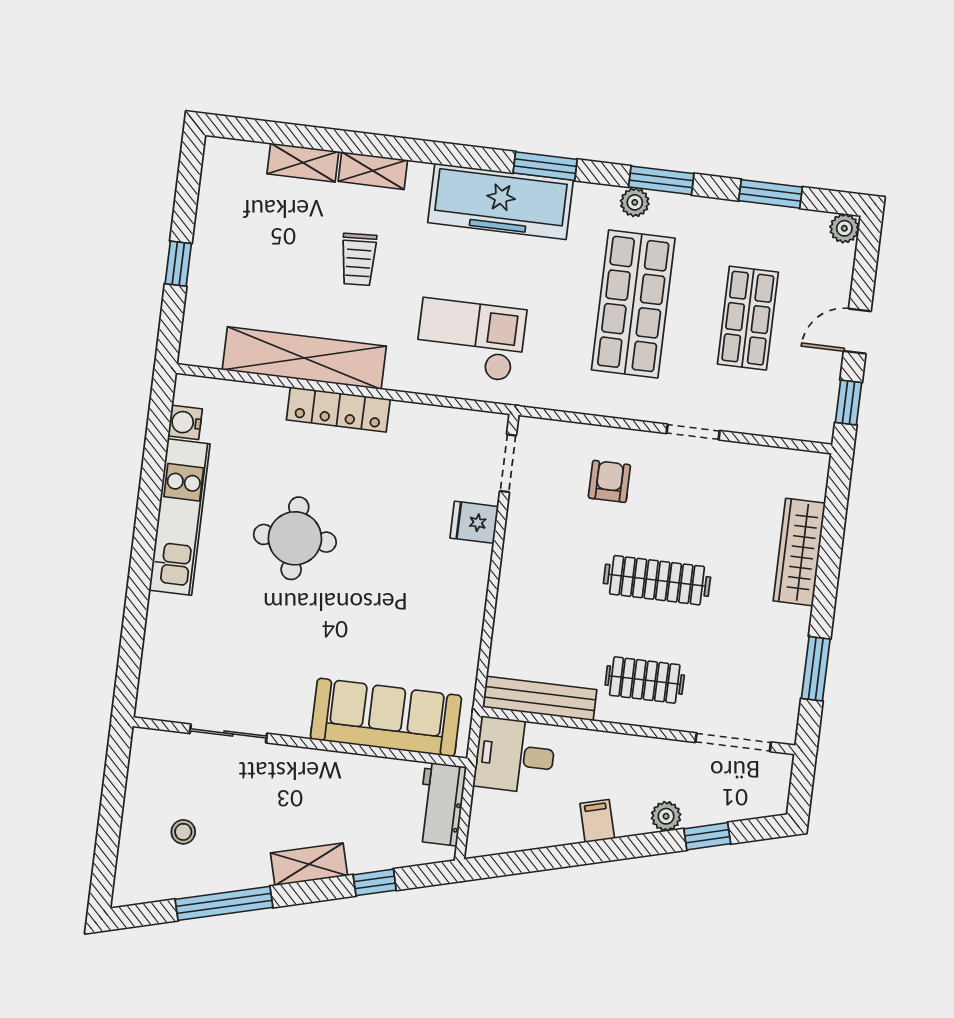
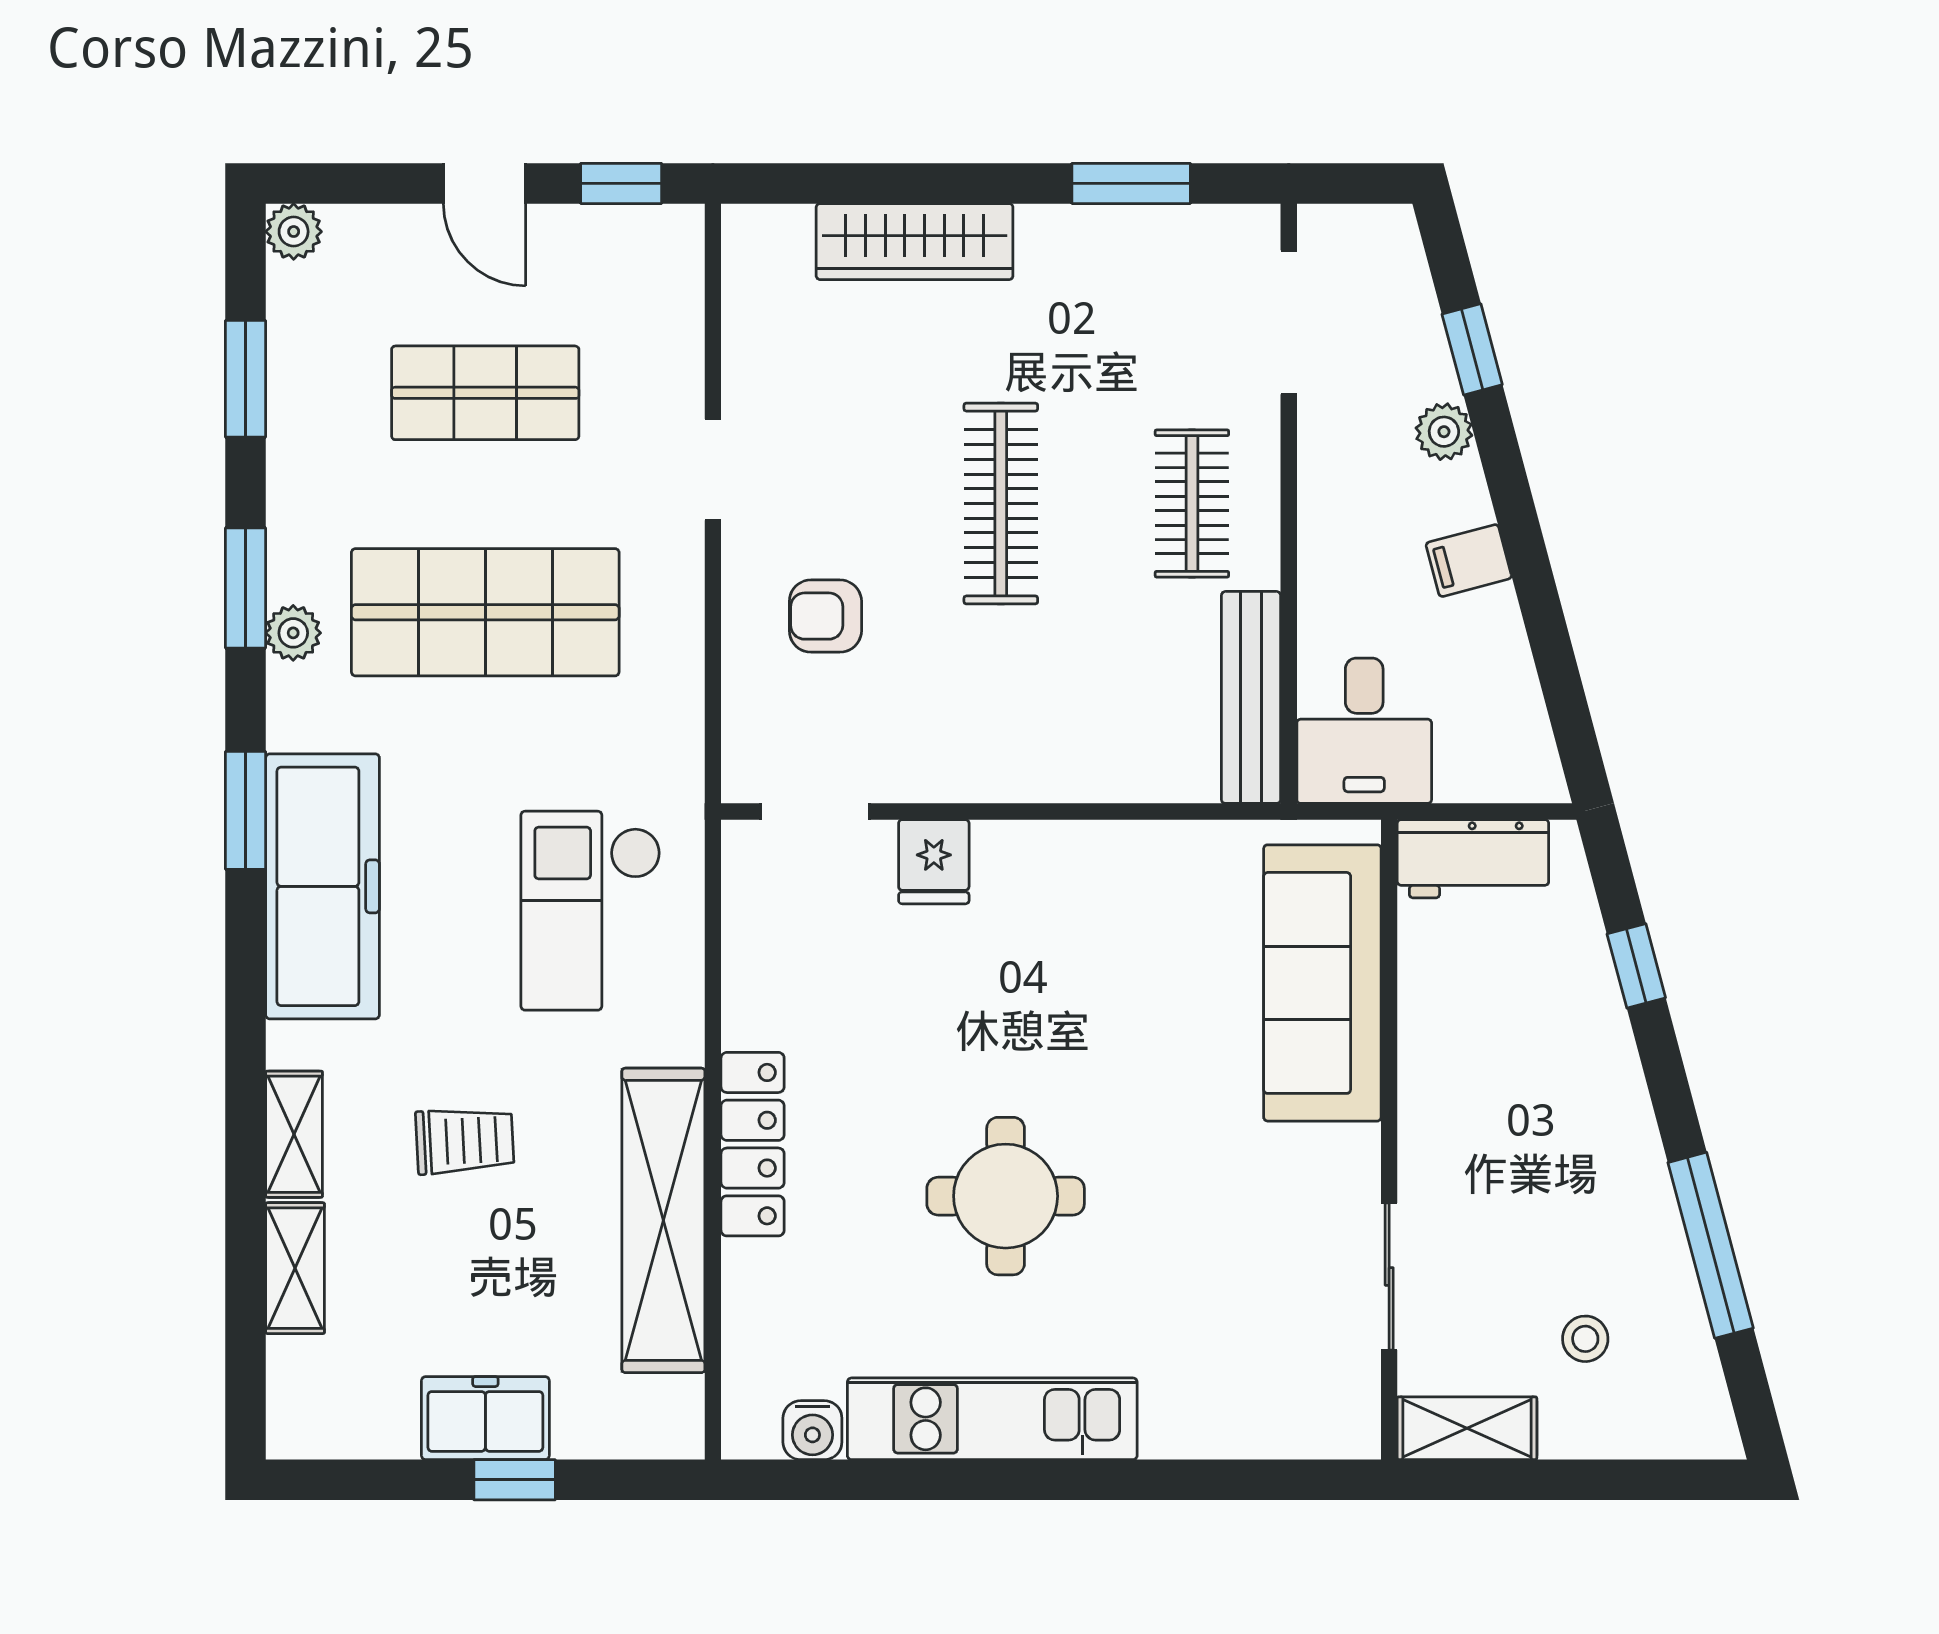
freezer: (212, 252) -> (485, 1418), added
shelving: (309, 864) -> (1467, 1428), moved, turned -75

